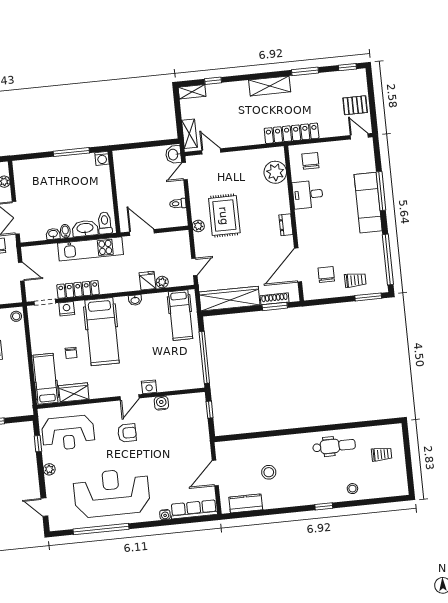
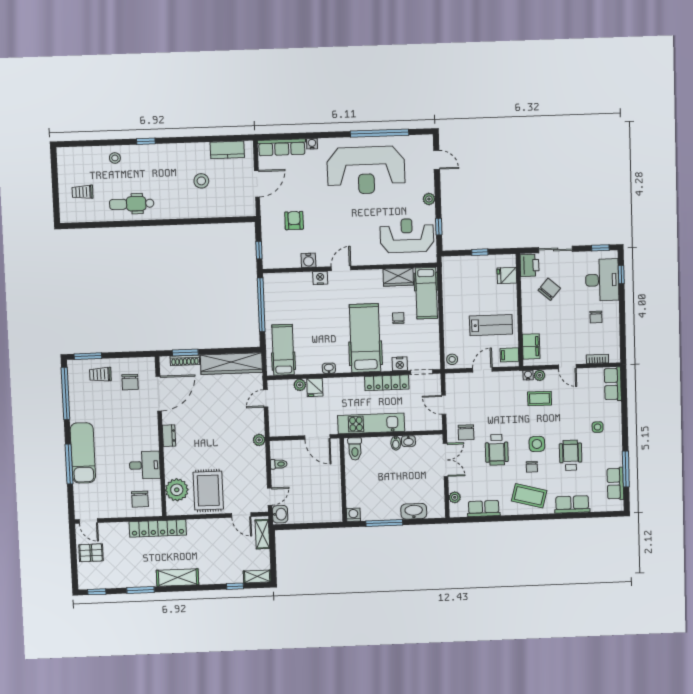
rug: (224, 216) -> (208, 491), moved
washbasin: (85, 228) -> (414, 511), moved, turned 180
armchair: (127, 433) -> (294, 221), moved, turned 90

